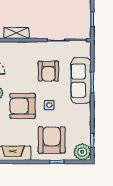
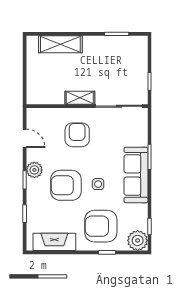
shelving: (16, 33) -> (80, 98), moved
armchair: (48, 71) -> (77, 135), moved, turned 180
sofa: (81, 81) -> (136, 175), moved
armchair: (52, 140) -> (101, 226), turned -90

